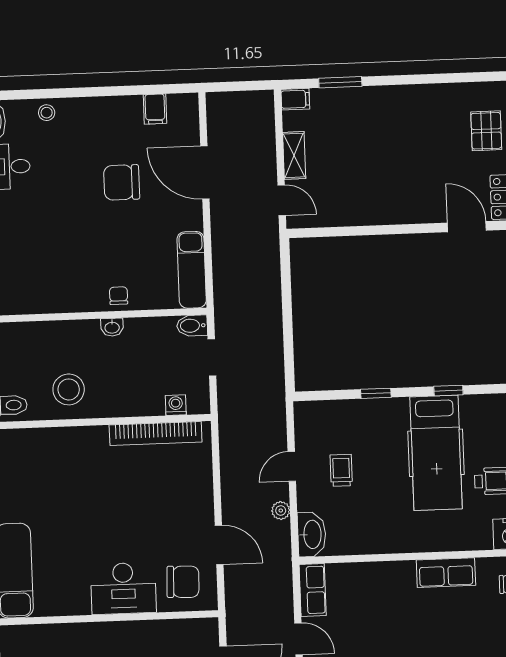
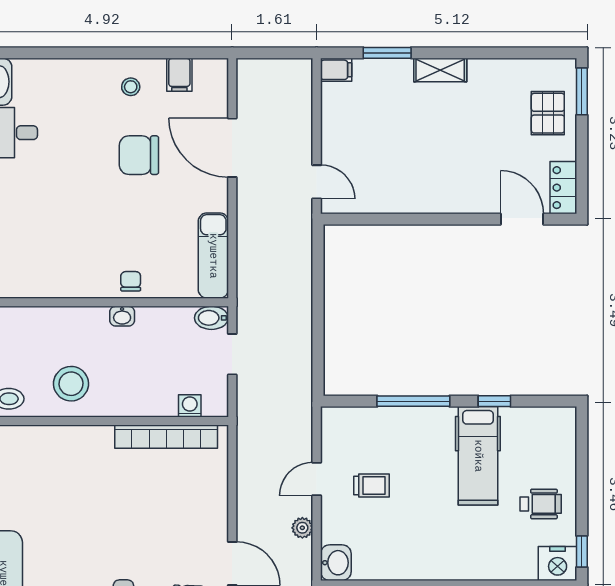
stool: (47, 113) -> (131, 87), moved
shelving: (294, 155) -> (440, 70), moved, turned 90
window: (376, 393) -> (413, 401), width x2.17
hospital bed: (436, 453) -> (478, 456), width x0.73, depth x0.78
trolley: (341, 470) -> (372, 486), turned 90
washbasin: (312, 534) -> (336, 563), width x0.72

